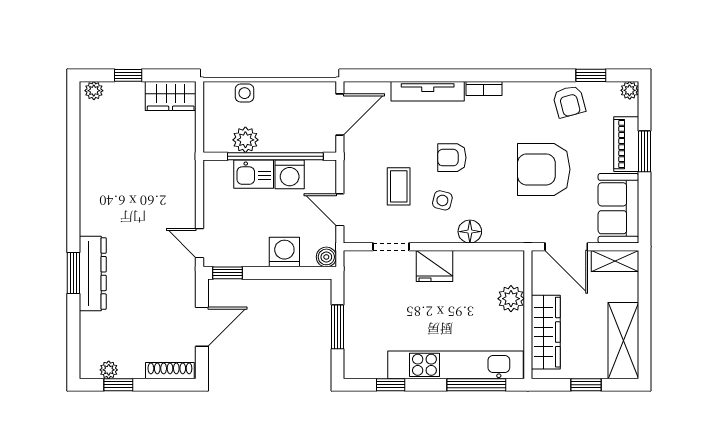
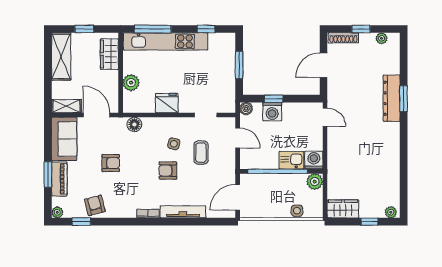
plant: (245, 140) -> (315, 182), moved
armchair: (452, 158) -> (168, 170), turned 180
armchair: (544, 169) -> (111, 163), width x0.53, depth x0.53
washing machine: (290, 174) -> (314, 160), moved
floor lamp: (470, 232) -> (134, 124), moved
fridge: (435, 266) -> (167, 103), moved
window: (228, 273) -> (274, 99), moved
wardrobe: (546, 332) -> (109, 54), width x0.67
window: (118, 385) -> (361, 29), moved

